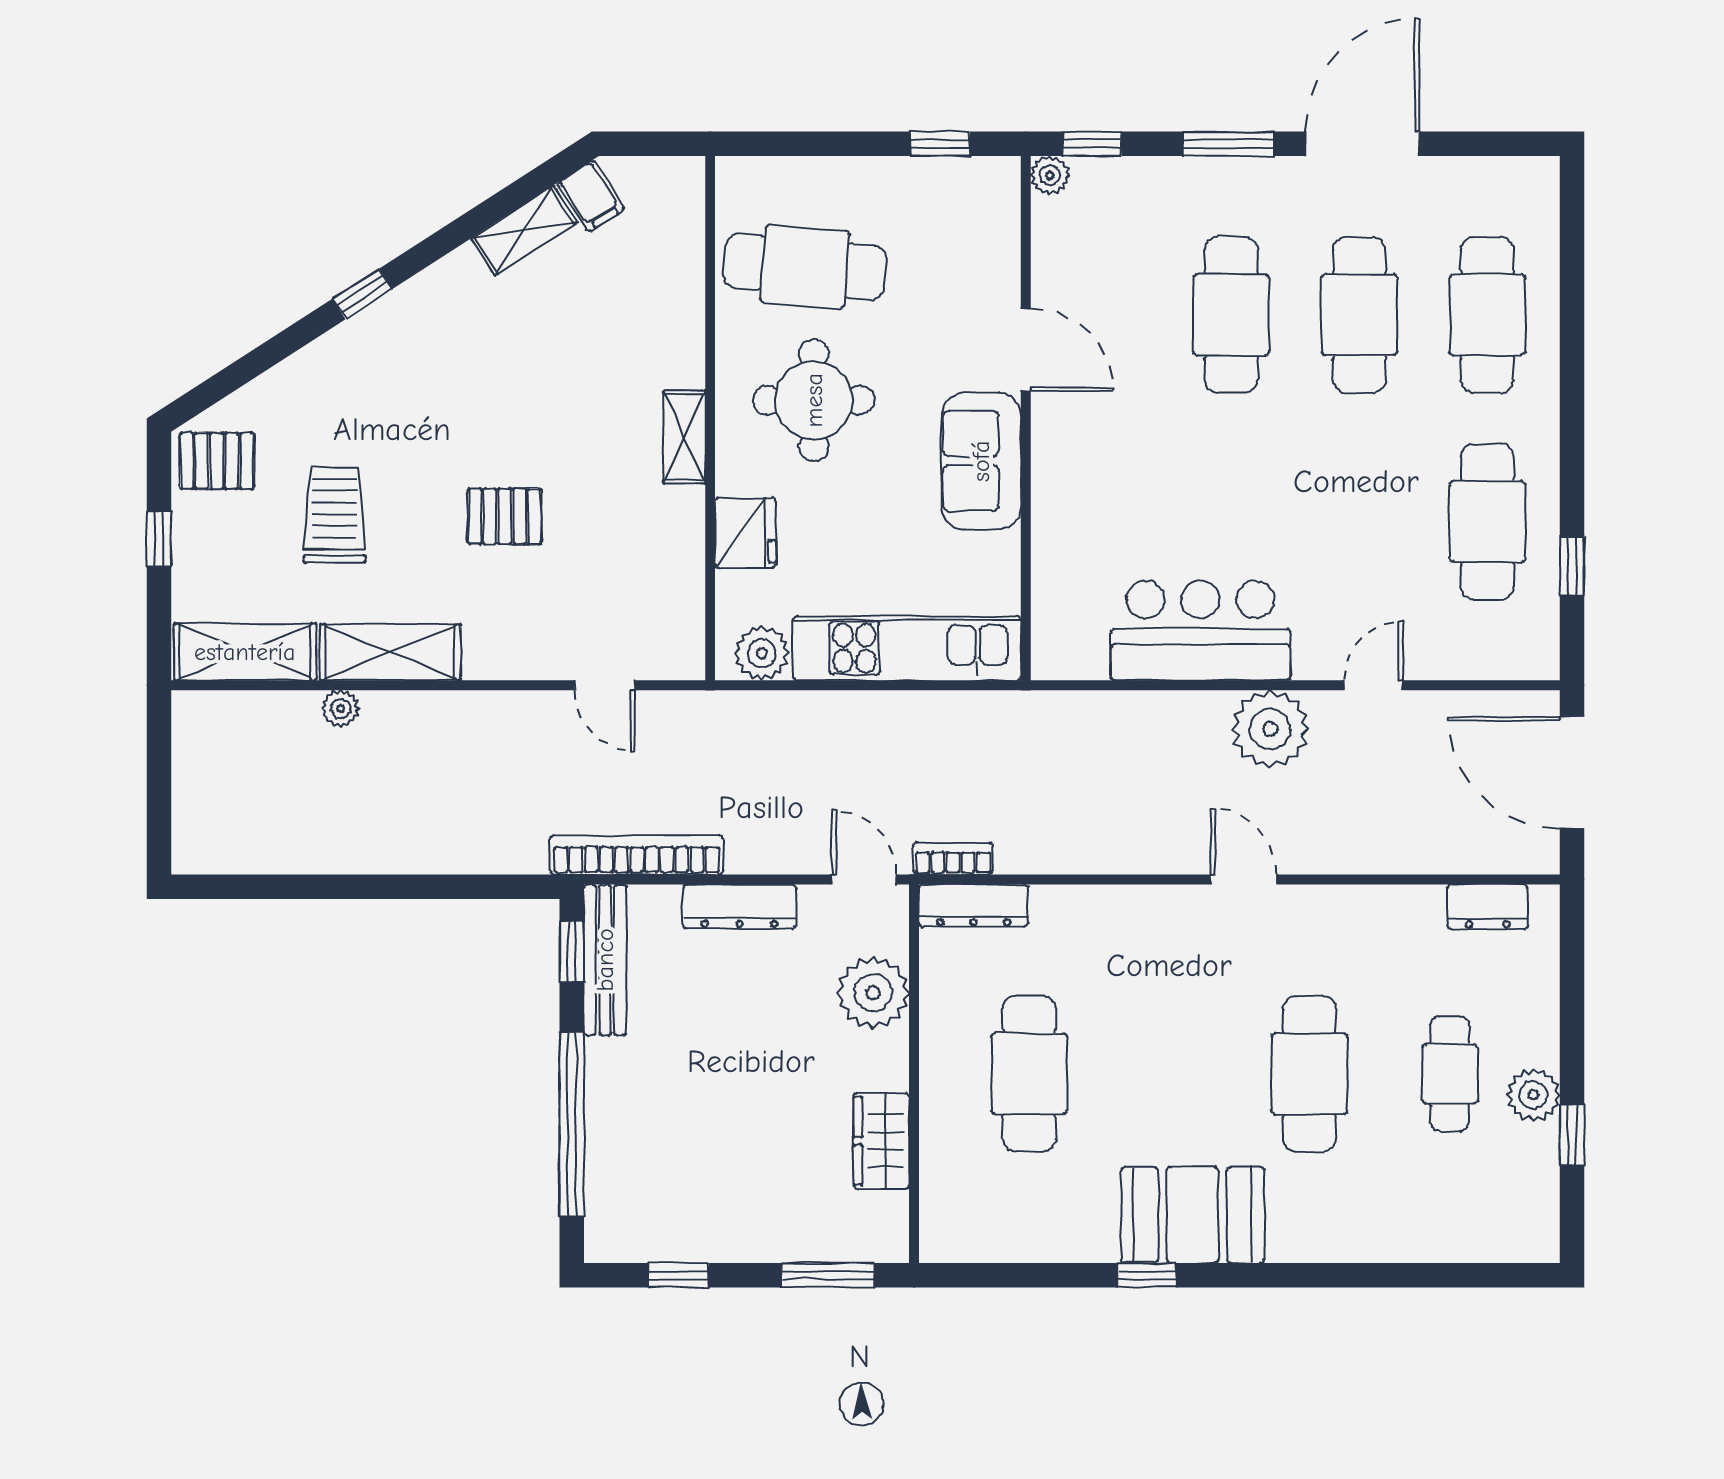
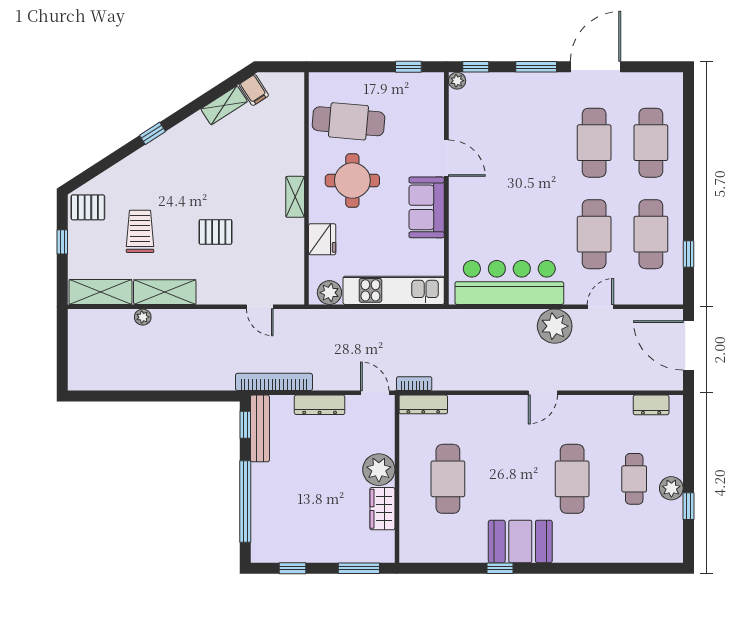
cafe table: (1231, 315) -> (594, 234), moved
bar counter: (1200, 630) -> (509, 282), width x1.36
door: (1243, 879) -> (543, 393), swing flipped
plant: (873, 993) -> (379, 470), moved

